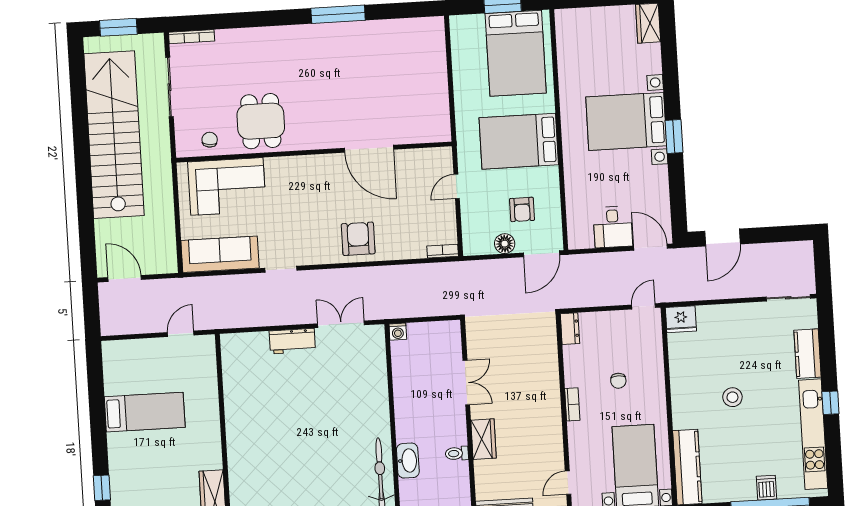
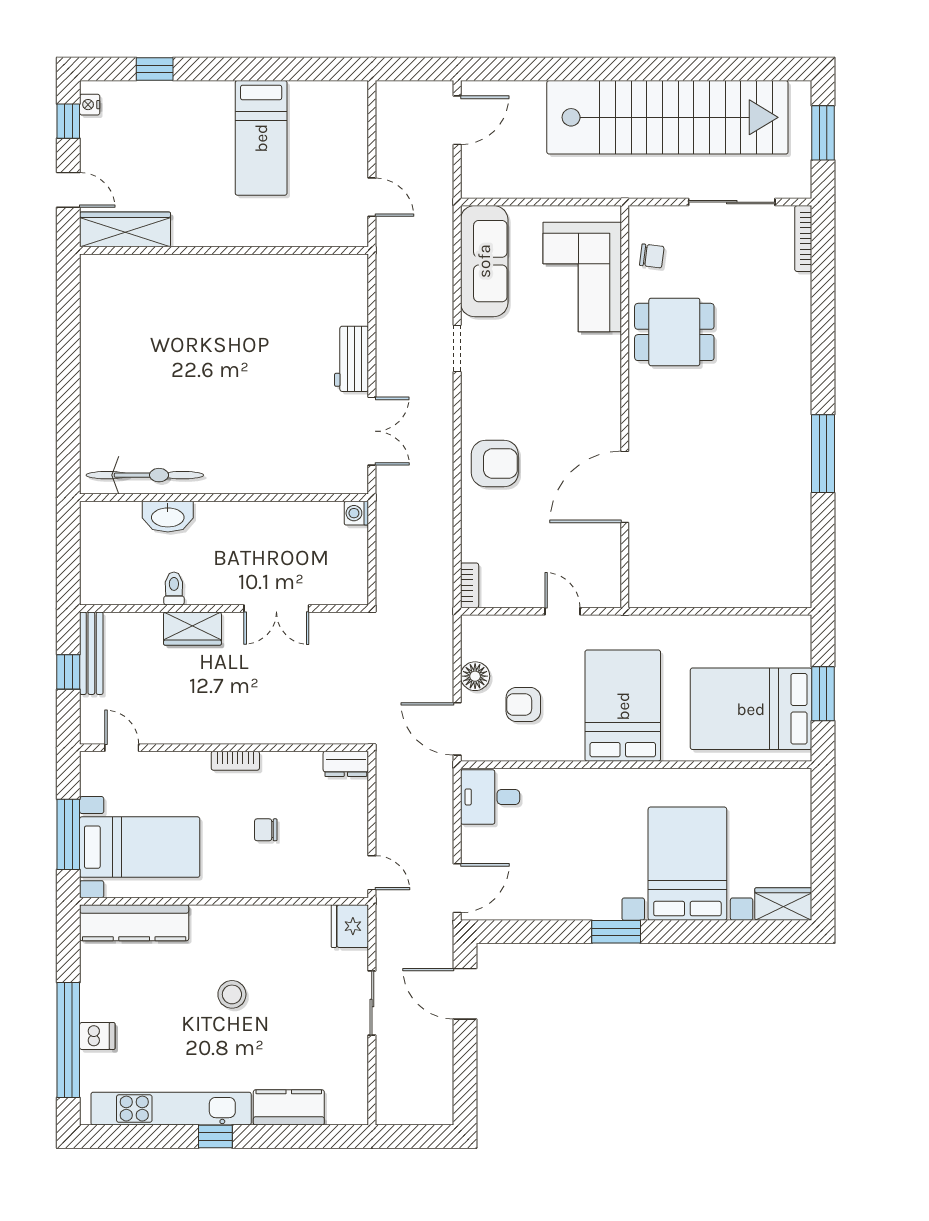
bed with nightstands: (626, 121) -> (687, 864), moved
desk: (613, 227) -> (490, 797), moved
sliding door: (788, 298) -> (372, 1003), moved

